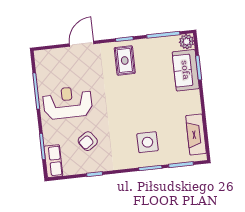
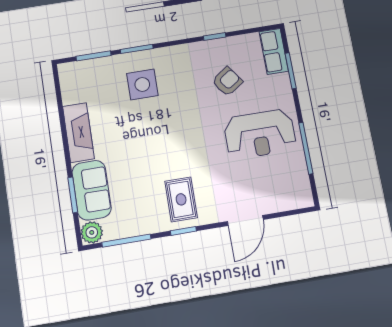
fireplace: (196, 134) -> (78, 133), moved

